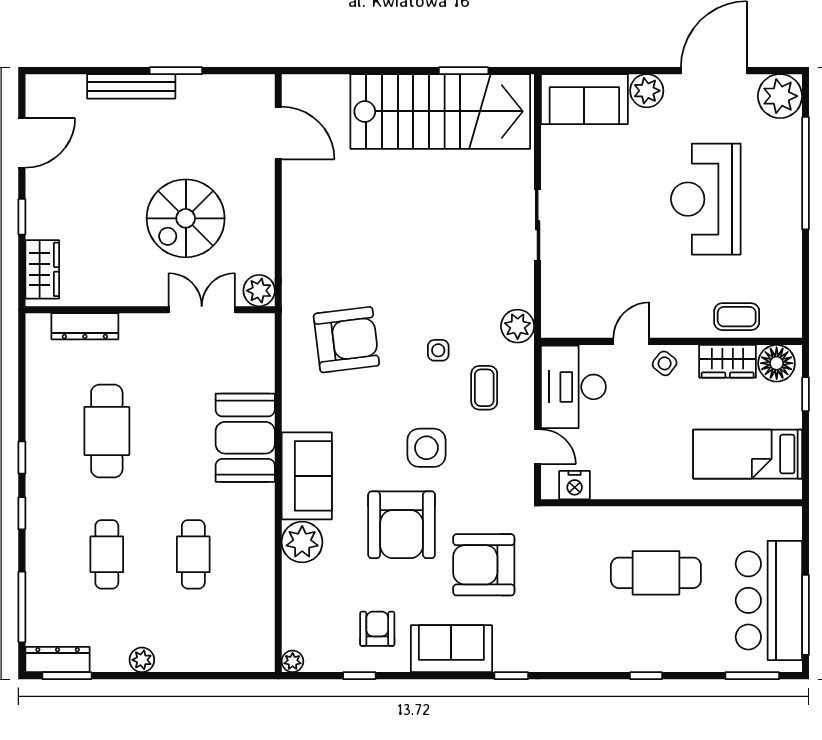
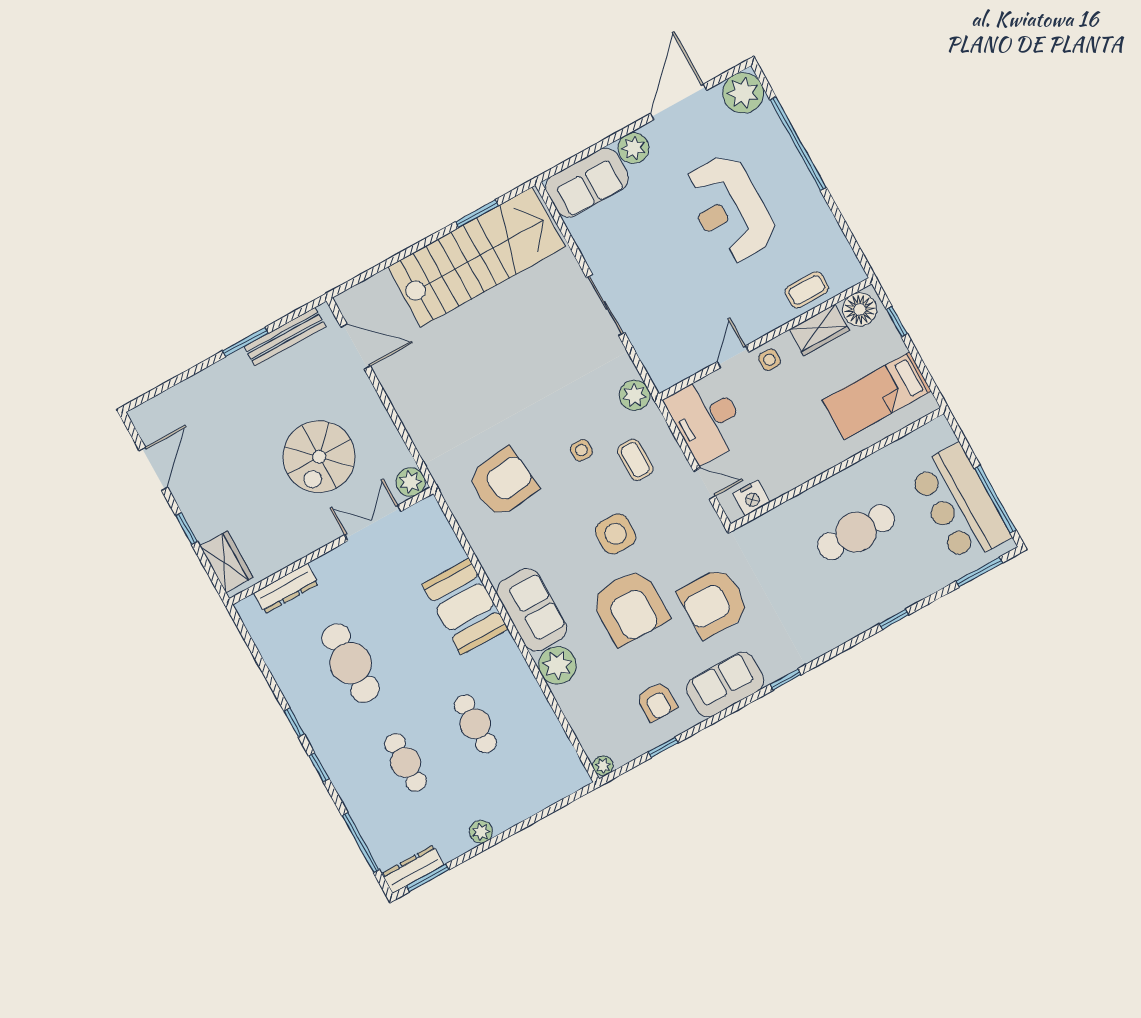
bench: (131, 86) -> (285, 337), moved
side table: (665, 363) -> (770, 360), turned -38
armchair: (377, 629) -> (657, 702), turned 180

